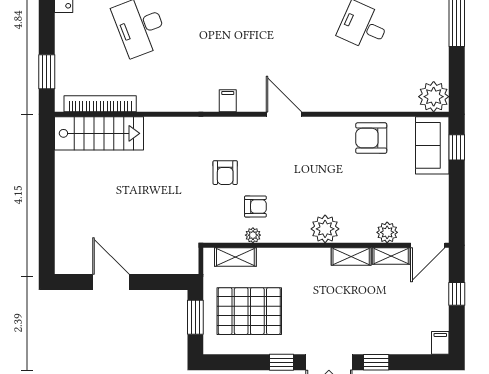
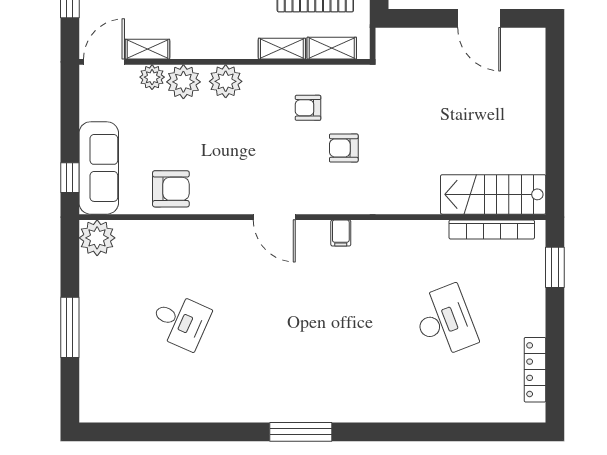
sofa: (432, 145) -> (99, 168), width x1.36
armchair: (225, 173) -> (344, 148), turned -90
plant: (253, 235) -> (183, 82), moved, width x1.88, depth x1.88
shelving: (351, 257) -> (282, 49), moved

